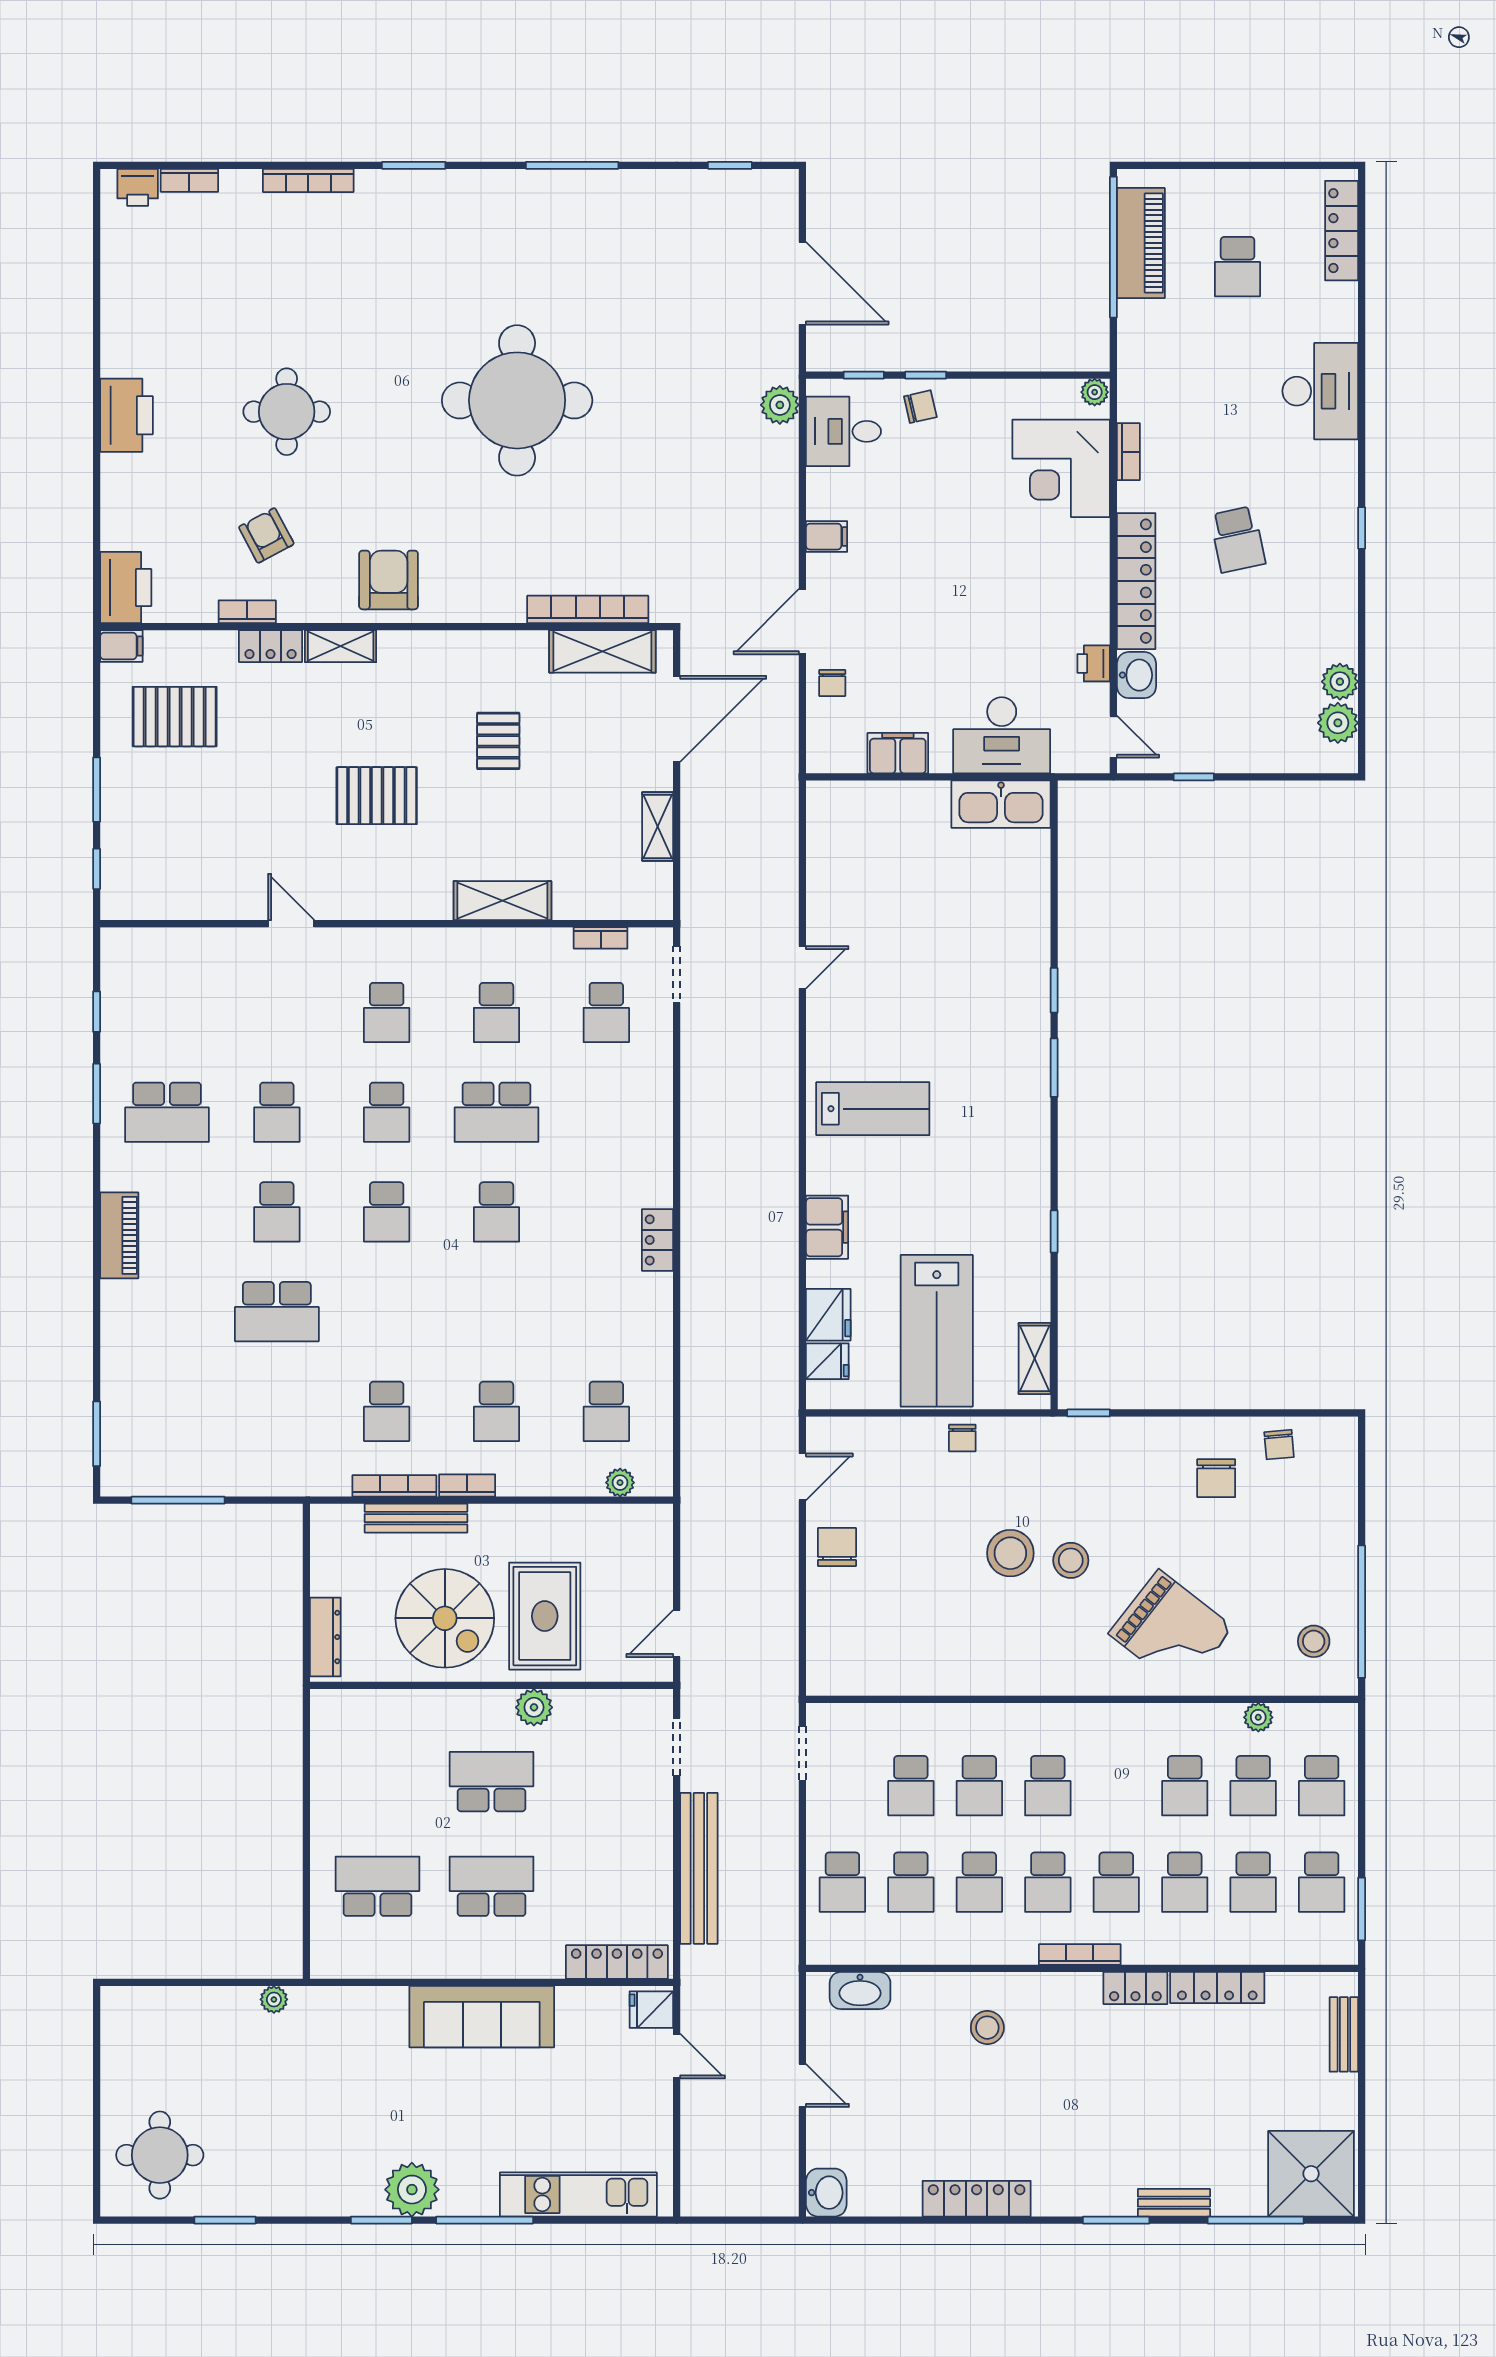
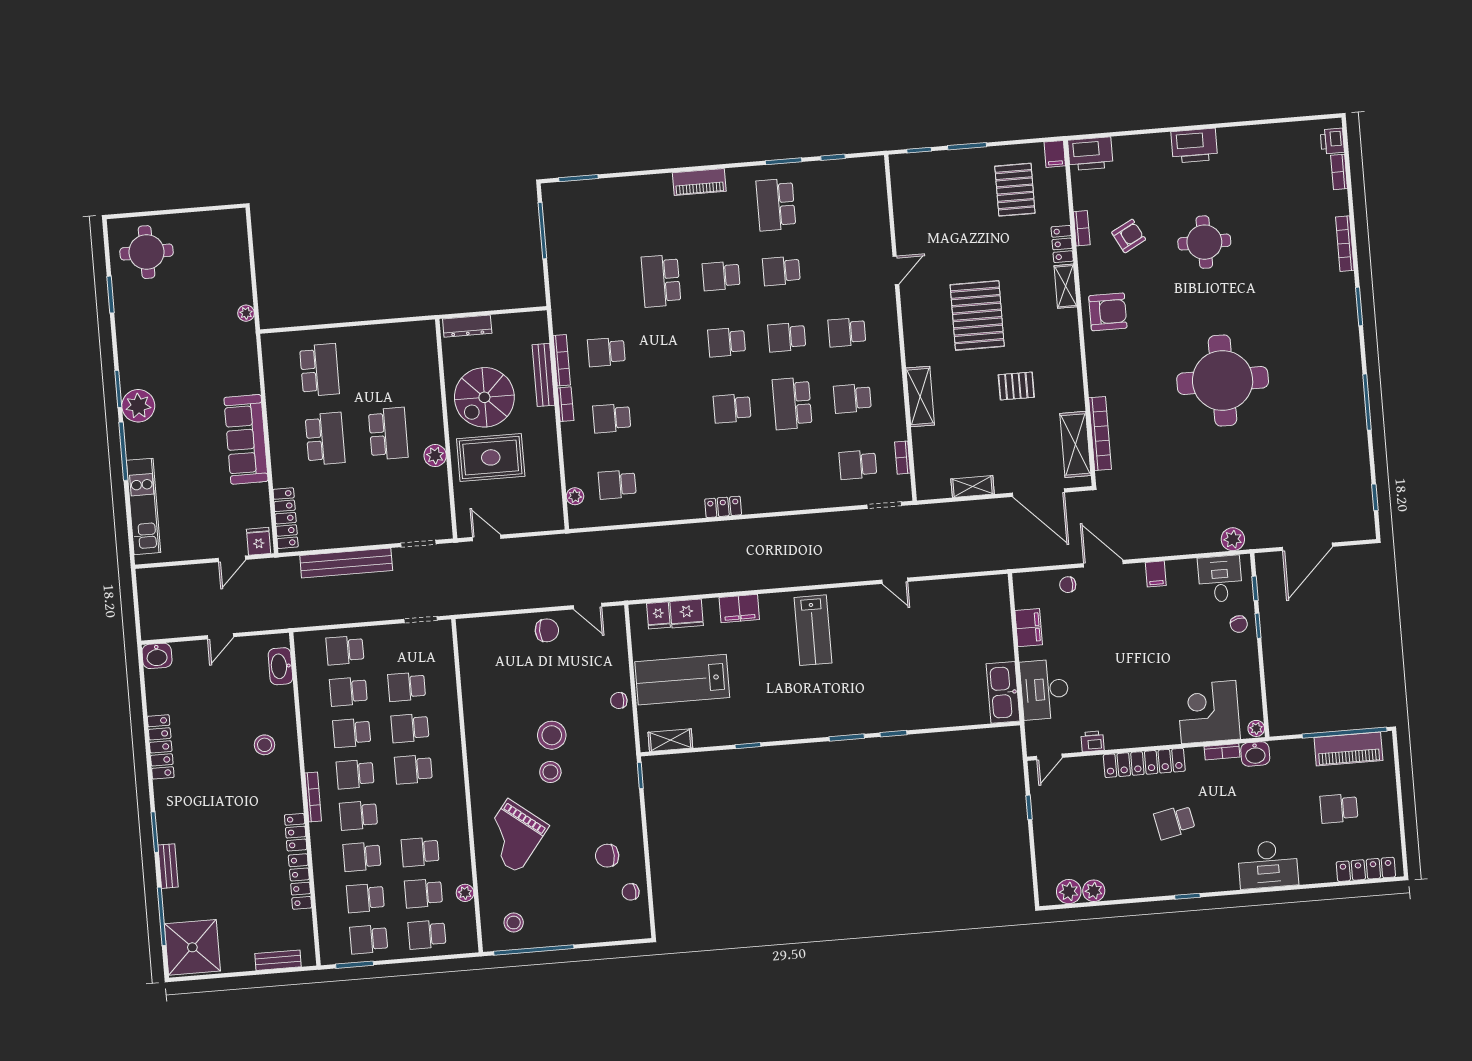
washbasin: (1137, 675) -> (1255, 754), moved
pallet: (377, 796) -> (977, 315), width x1.37, depth x1.41

